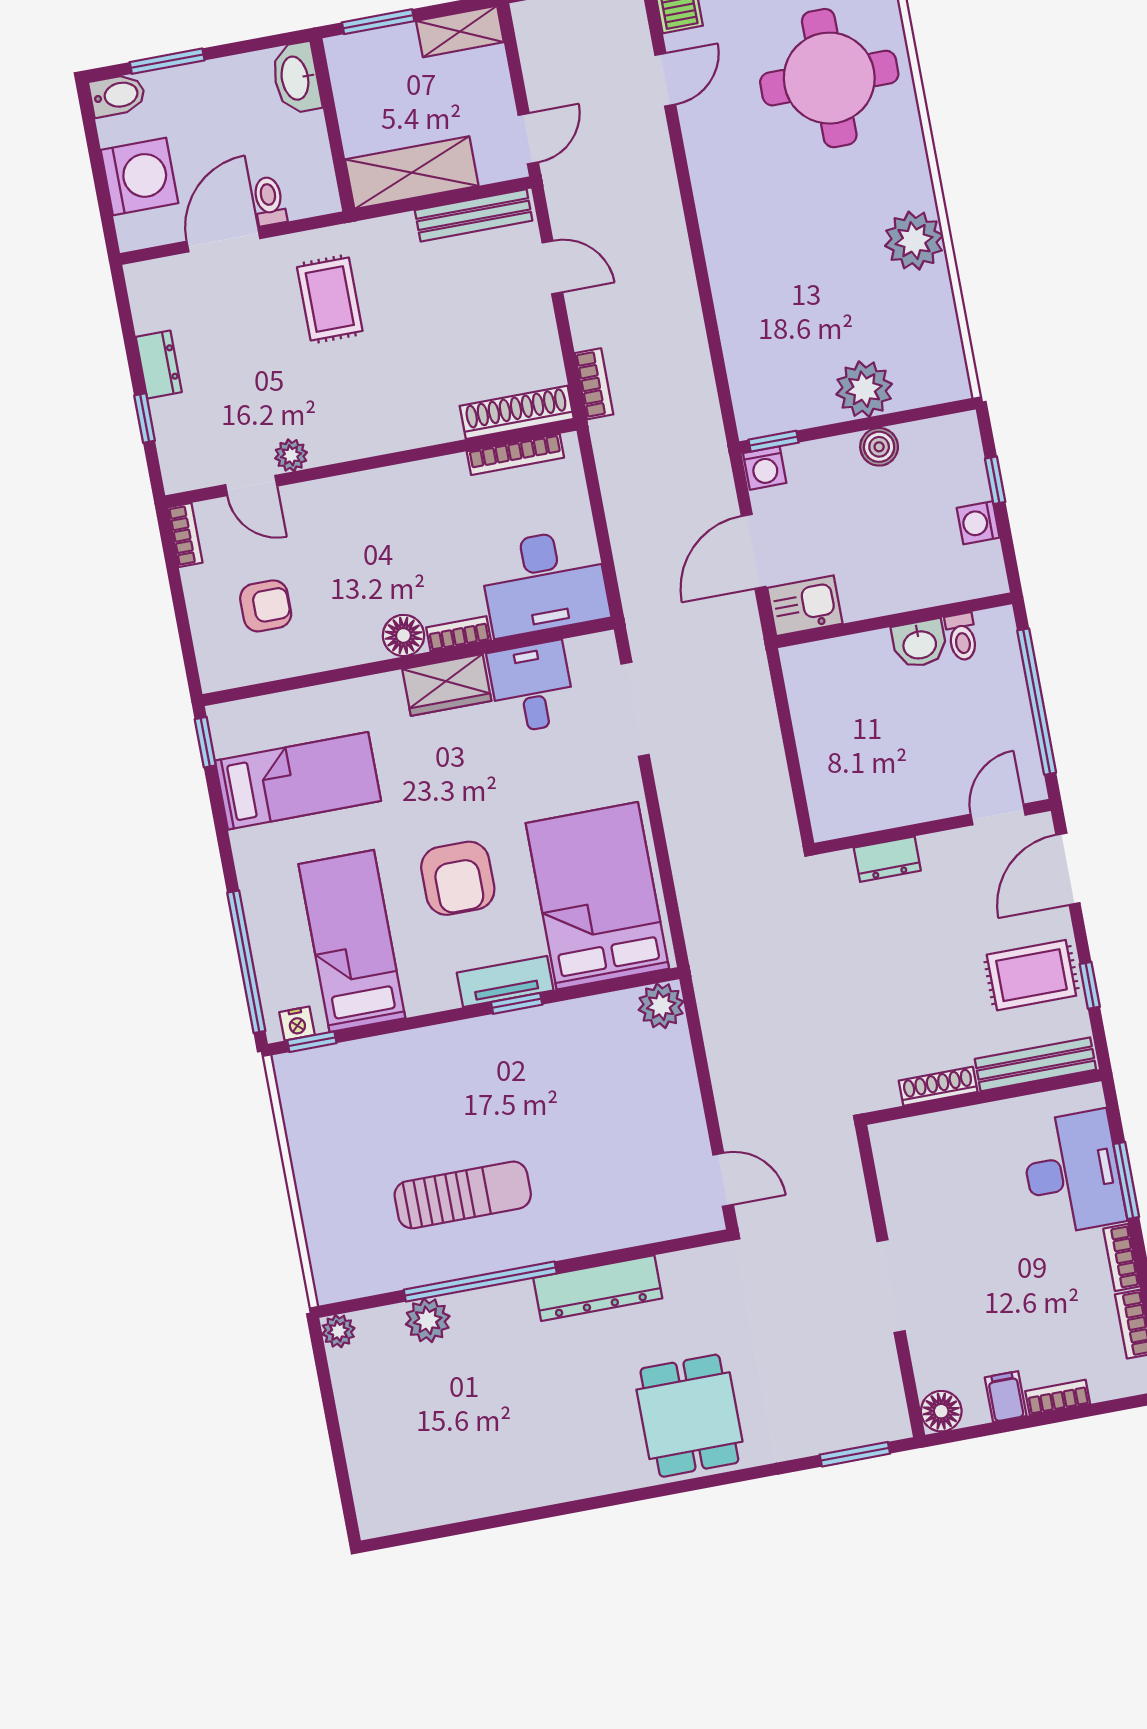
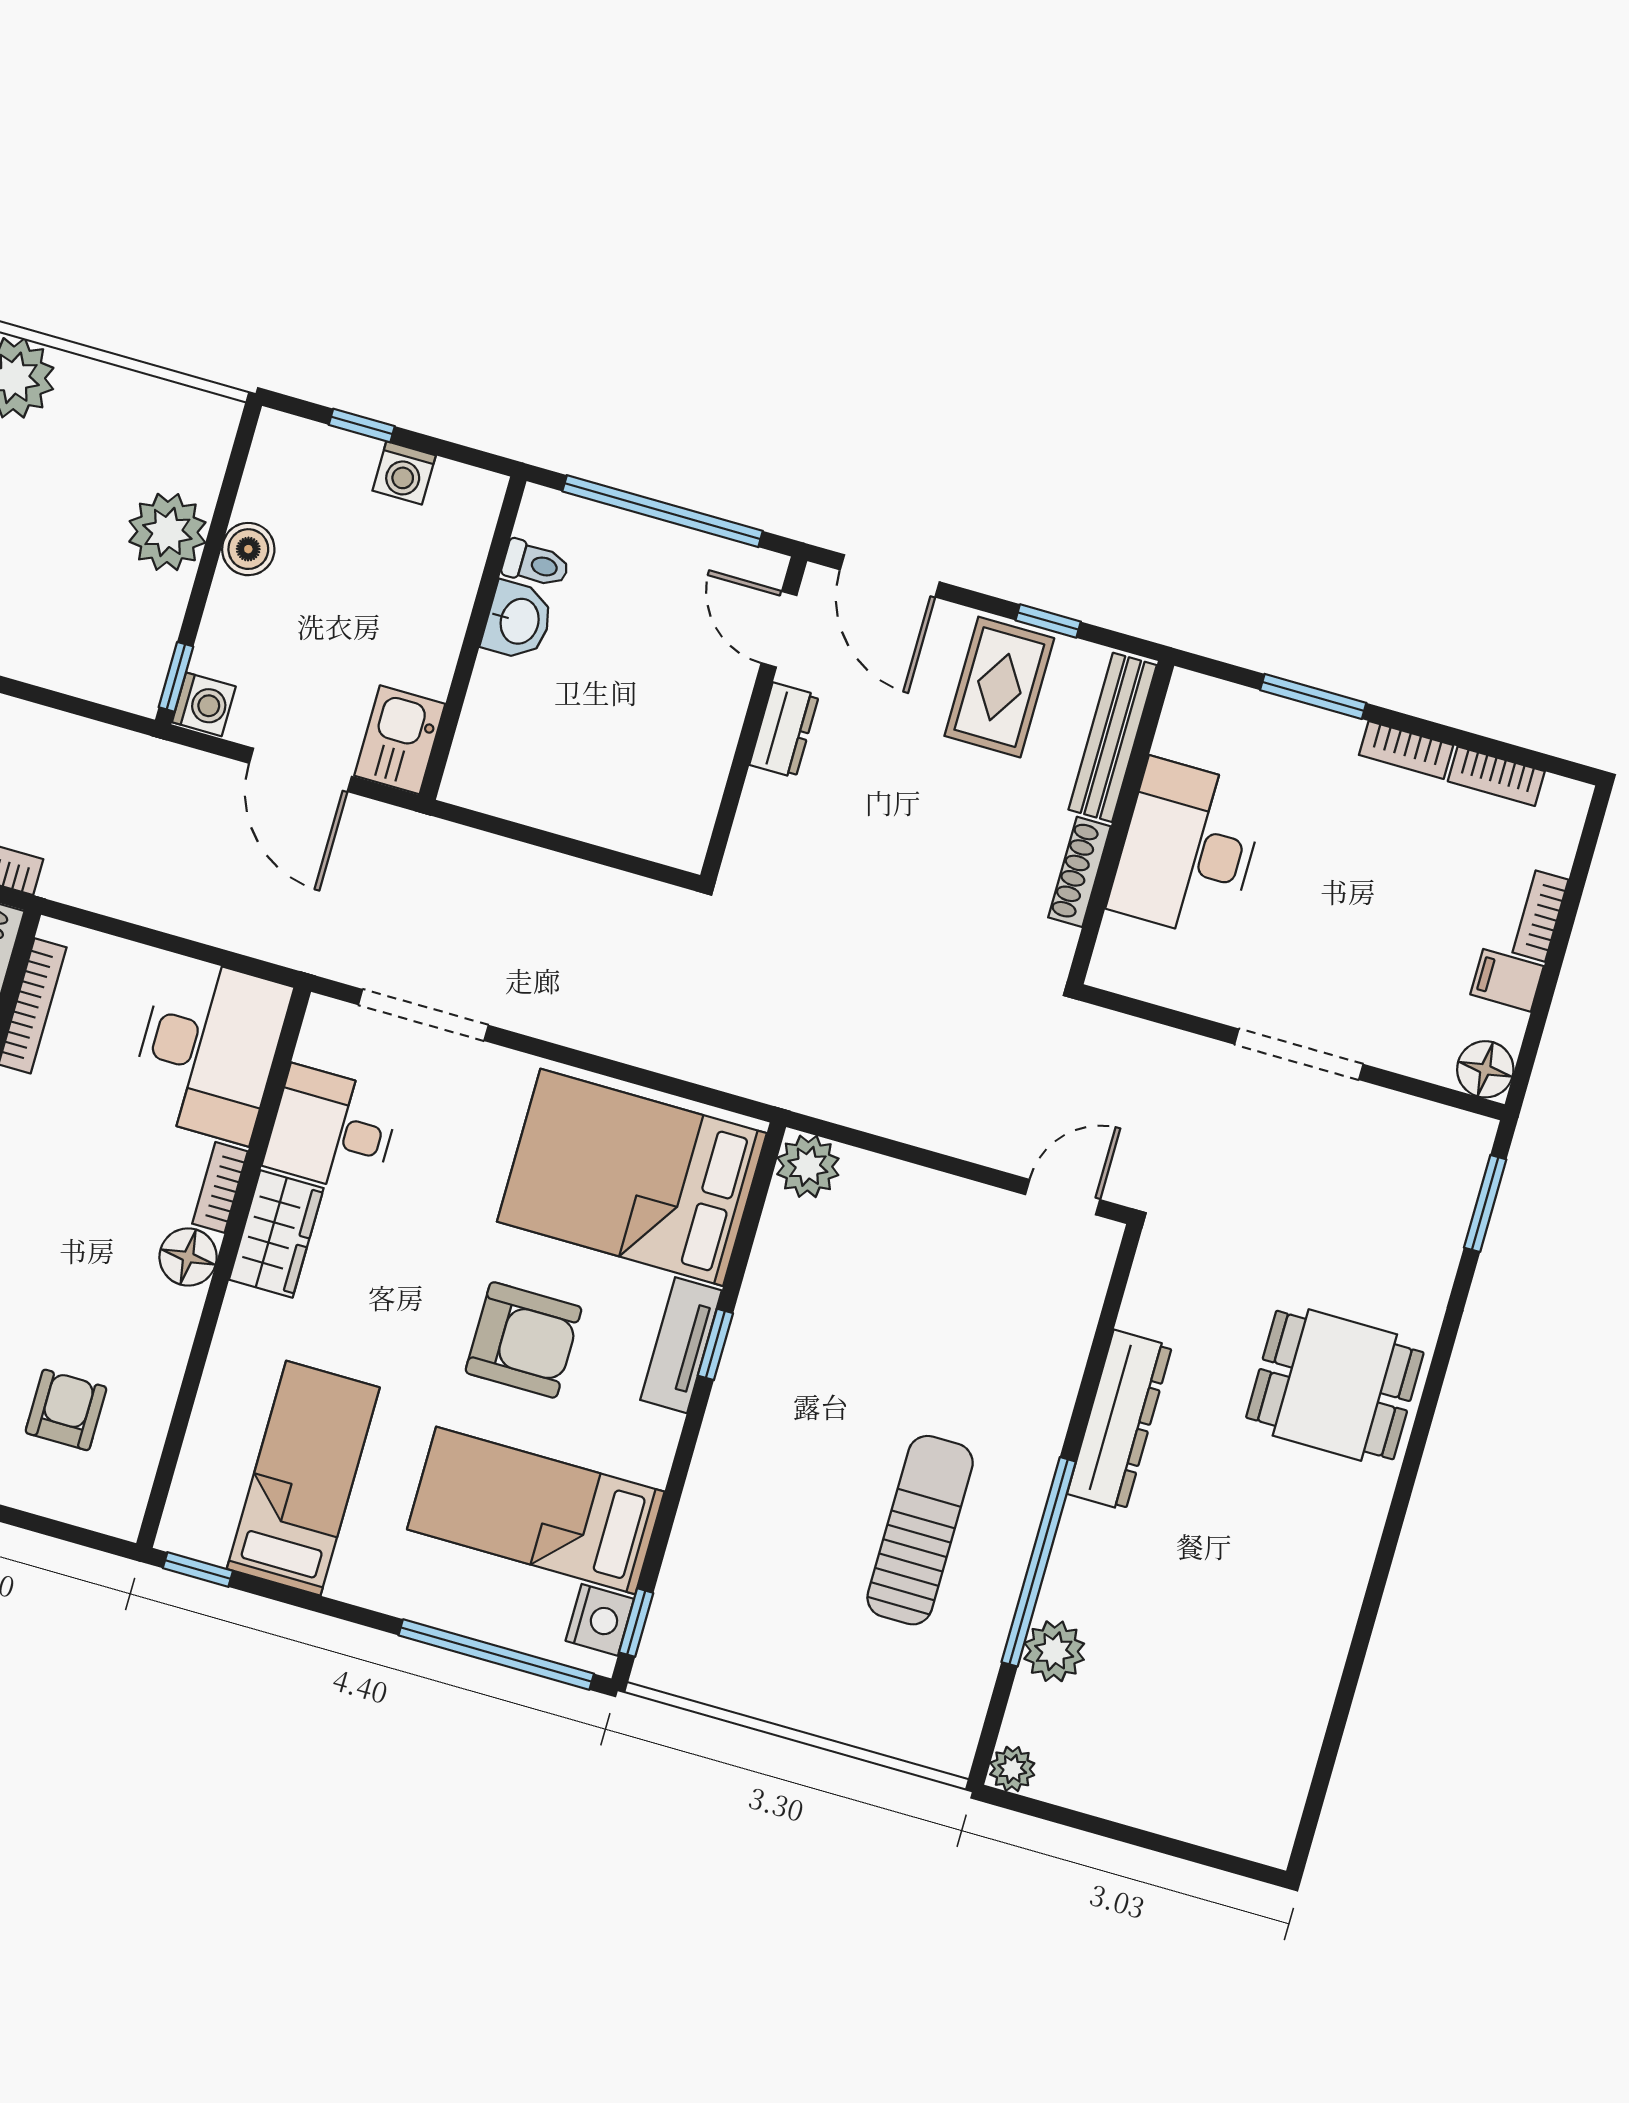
dresser: (887, 859) -> (784, 730), moved
nightstand: (297, 1024) -> (600, 1620), width x1.39, depth x1.35
desk: (1073, 1173) -> (1187, 849), moved, turned -90

